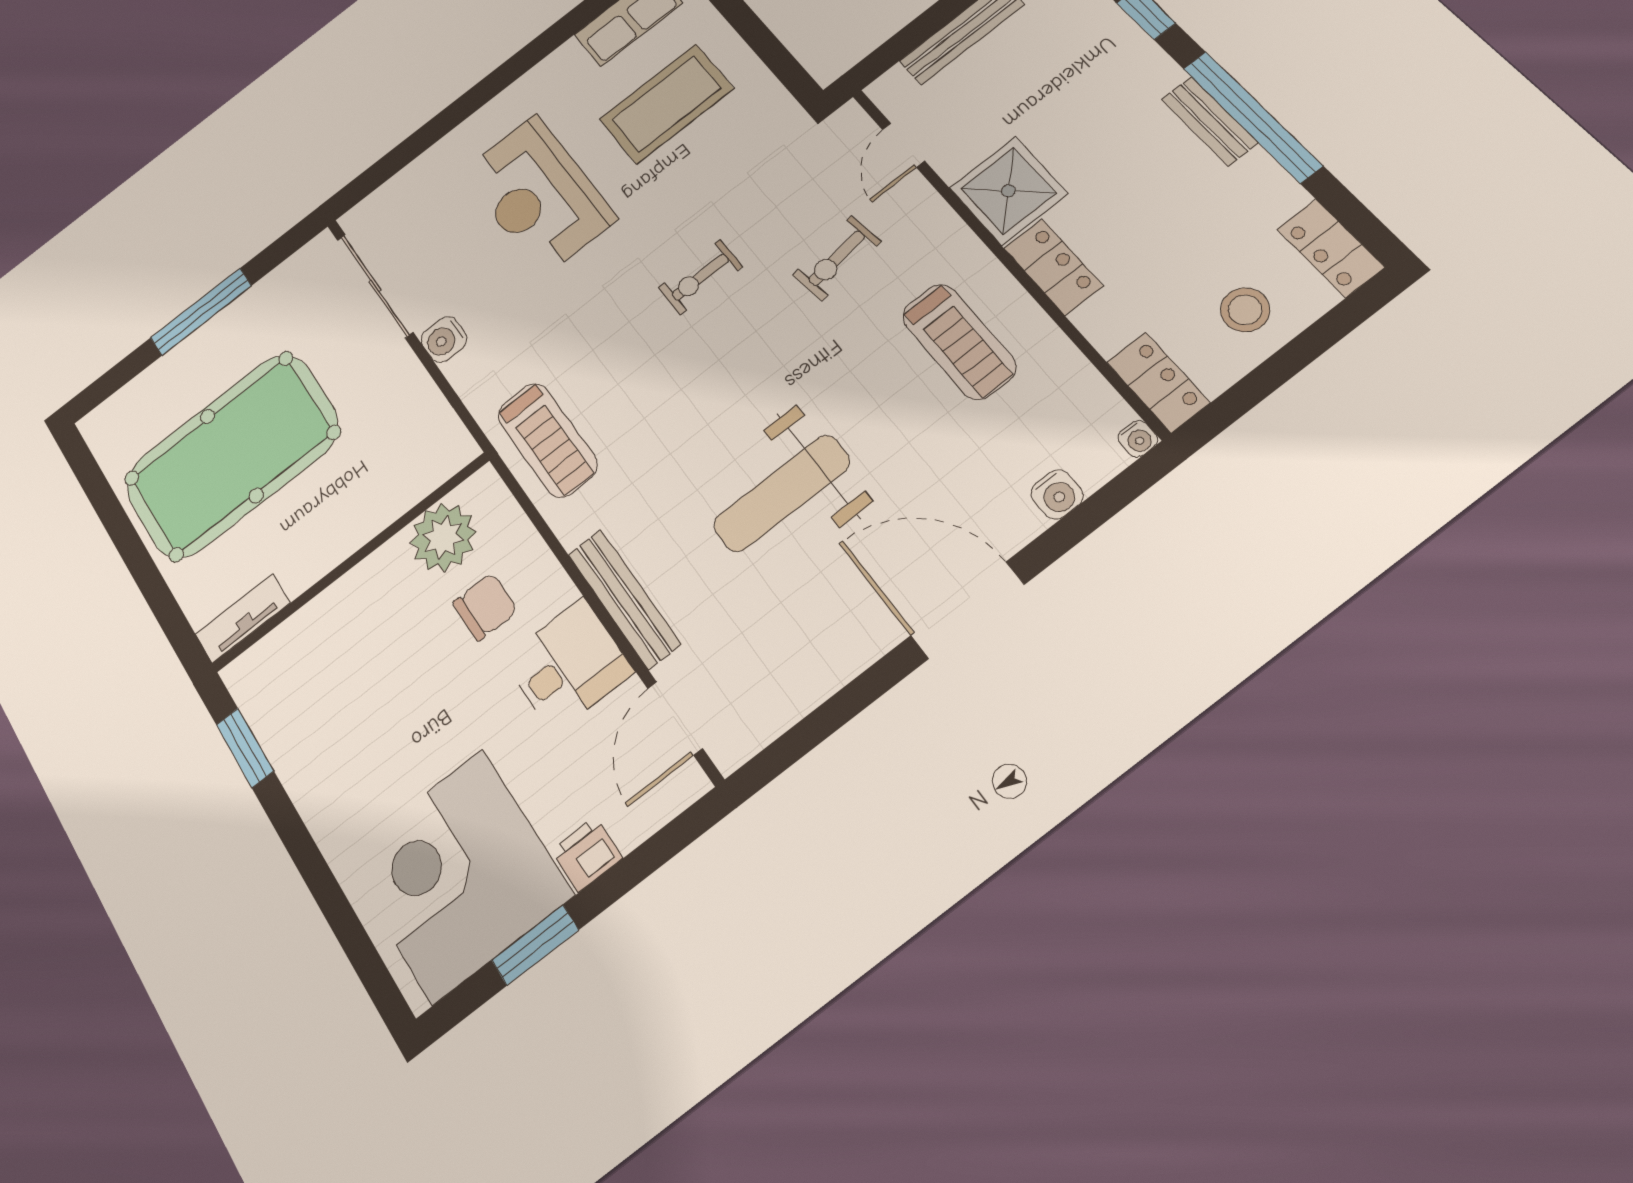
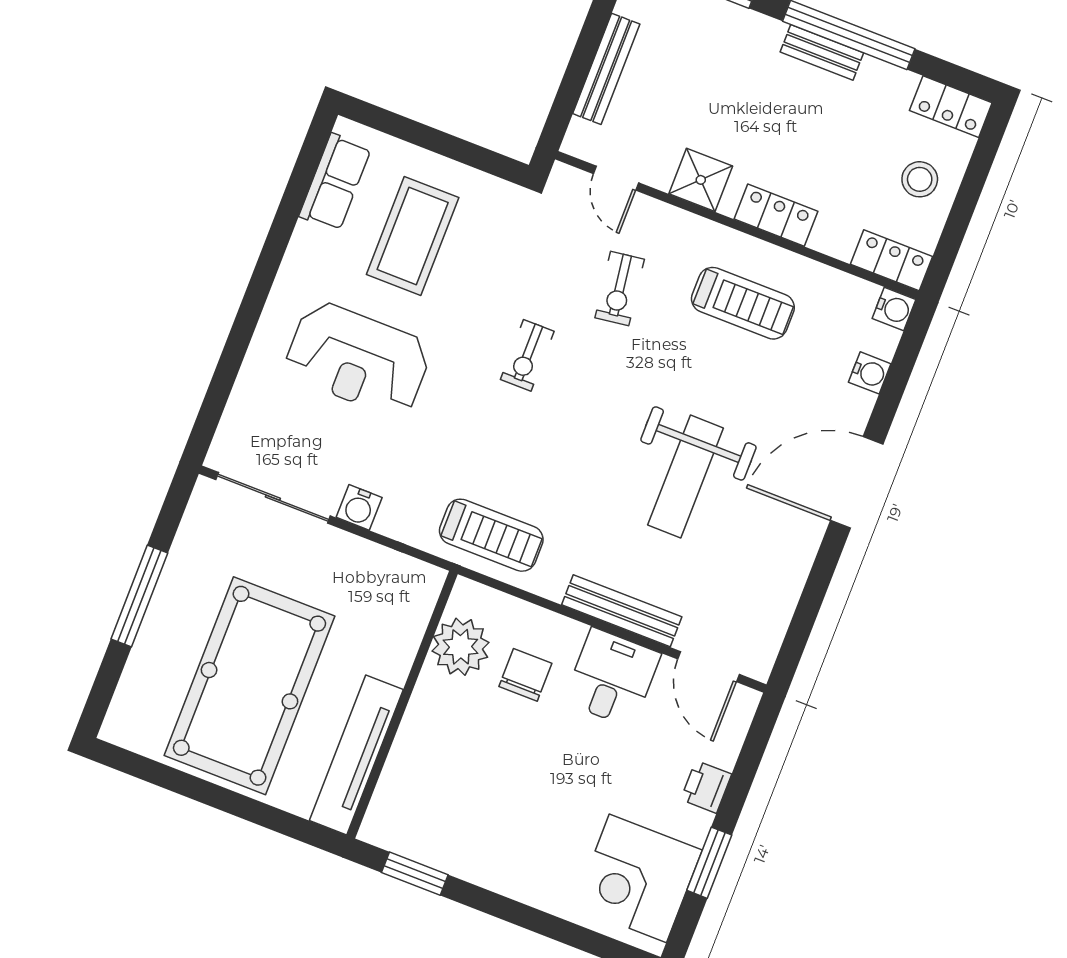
shower: (1008, 191) -> (701, 180), width x0.73, depth x0.73
water cooler: (1138, 439) -> (894, 309), width x1.38, depth x1.38
tv unit: (243, 619) -> (356, 755), width x1.92, depth x1.29
corner desk: (458, 875) -> (638, 878), width x0.74, depth x0.74

